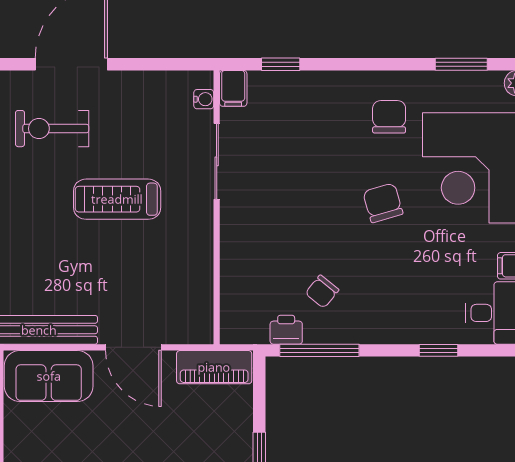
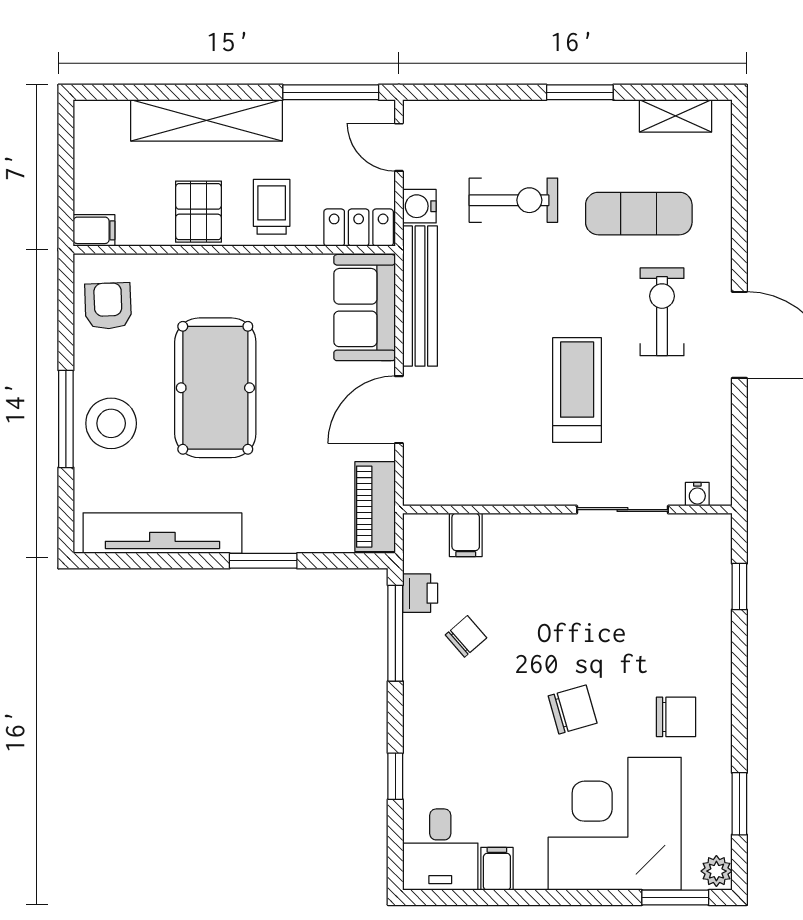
filing cabinet: (233, 88) -> (466, 535), moved, turned -90
chair: (322, 292) -> (466, 636), turned 100

